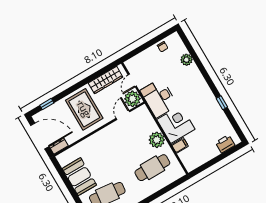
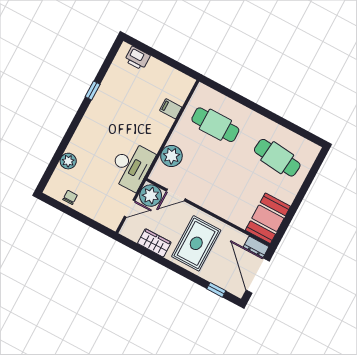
wardrobe: (106, 80) -> (154, 243), width x0.67
corner desk: (176, 124) -> (150, 128), removed
plant: (157, 140) -> (171, 156), moved
booth: (79, 177) -> (268, 218), moved

